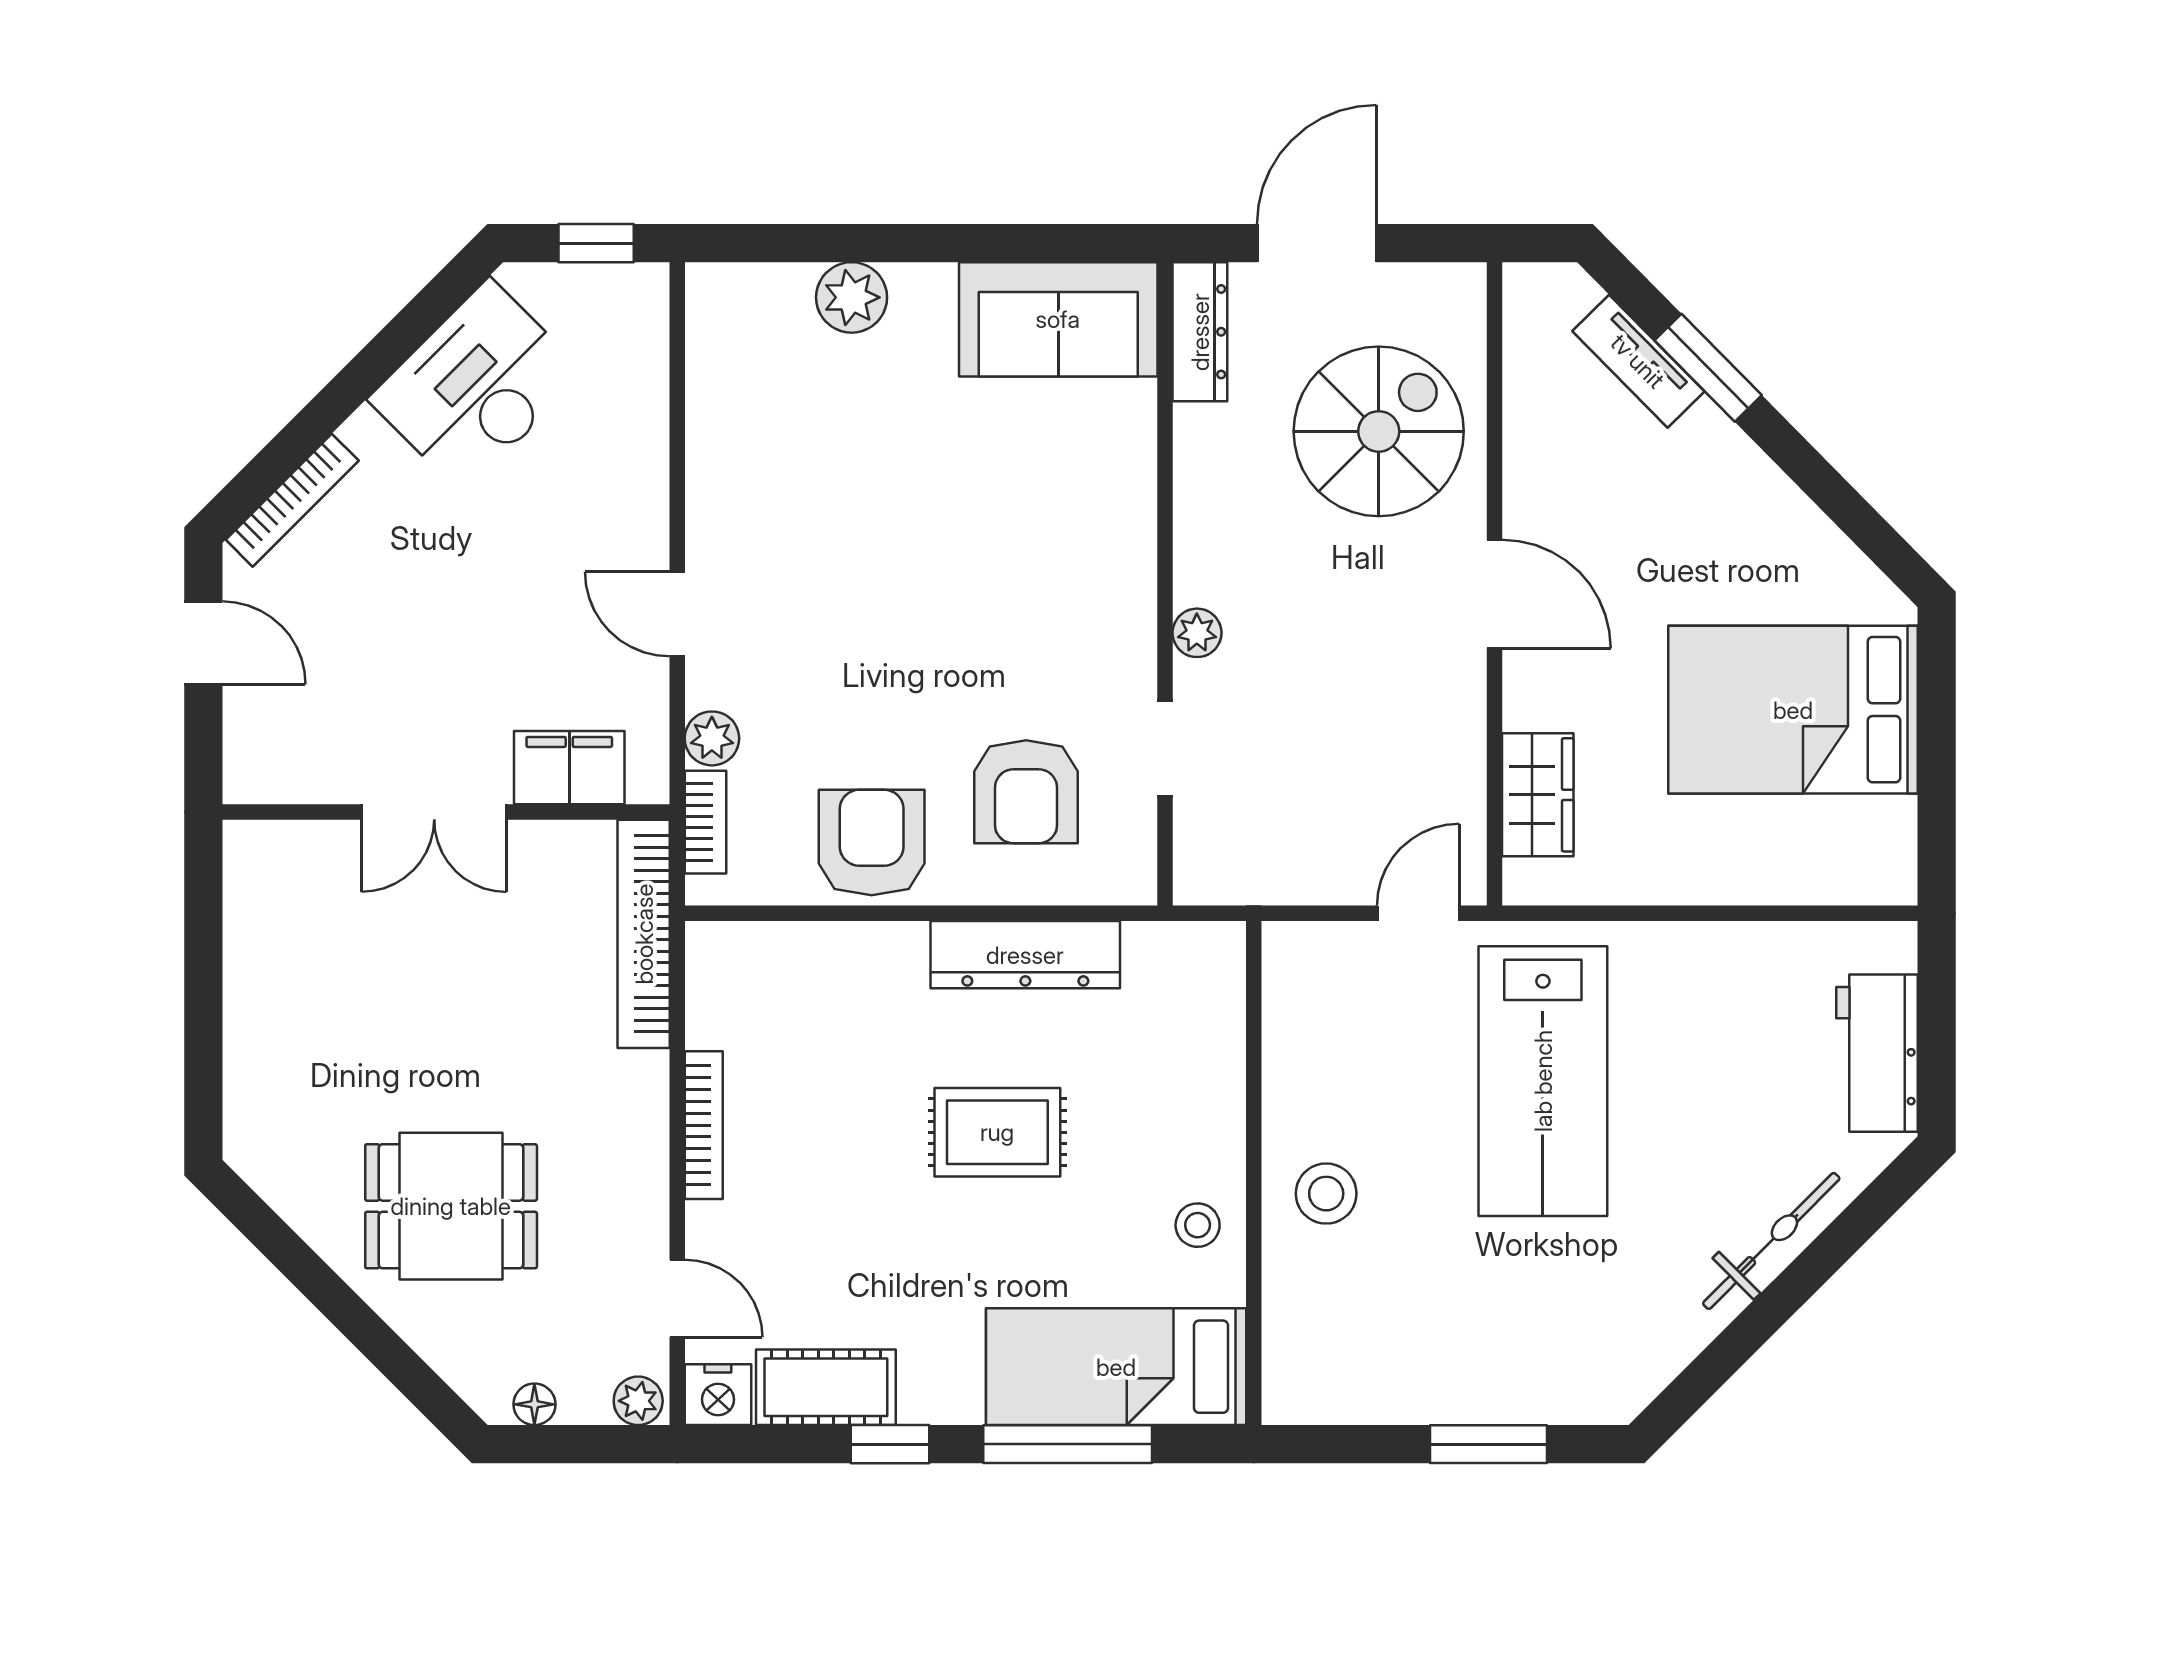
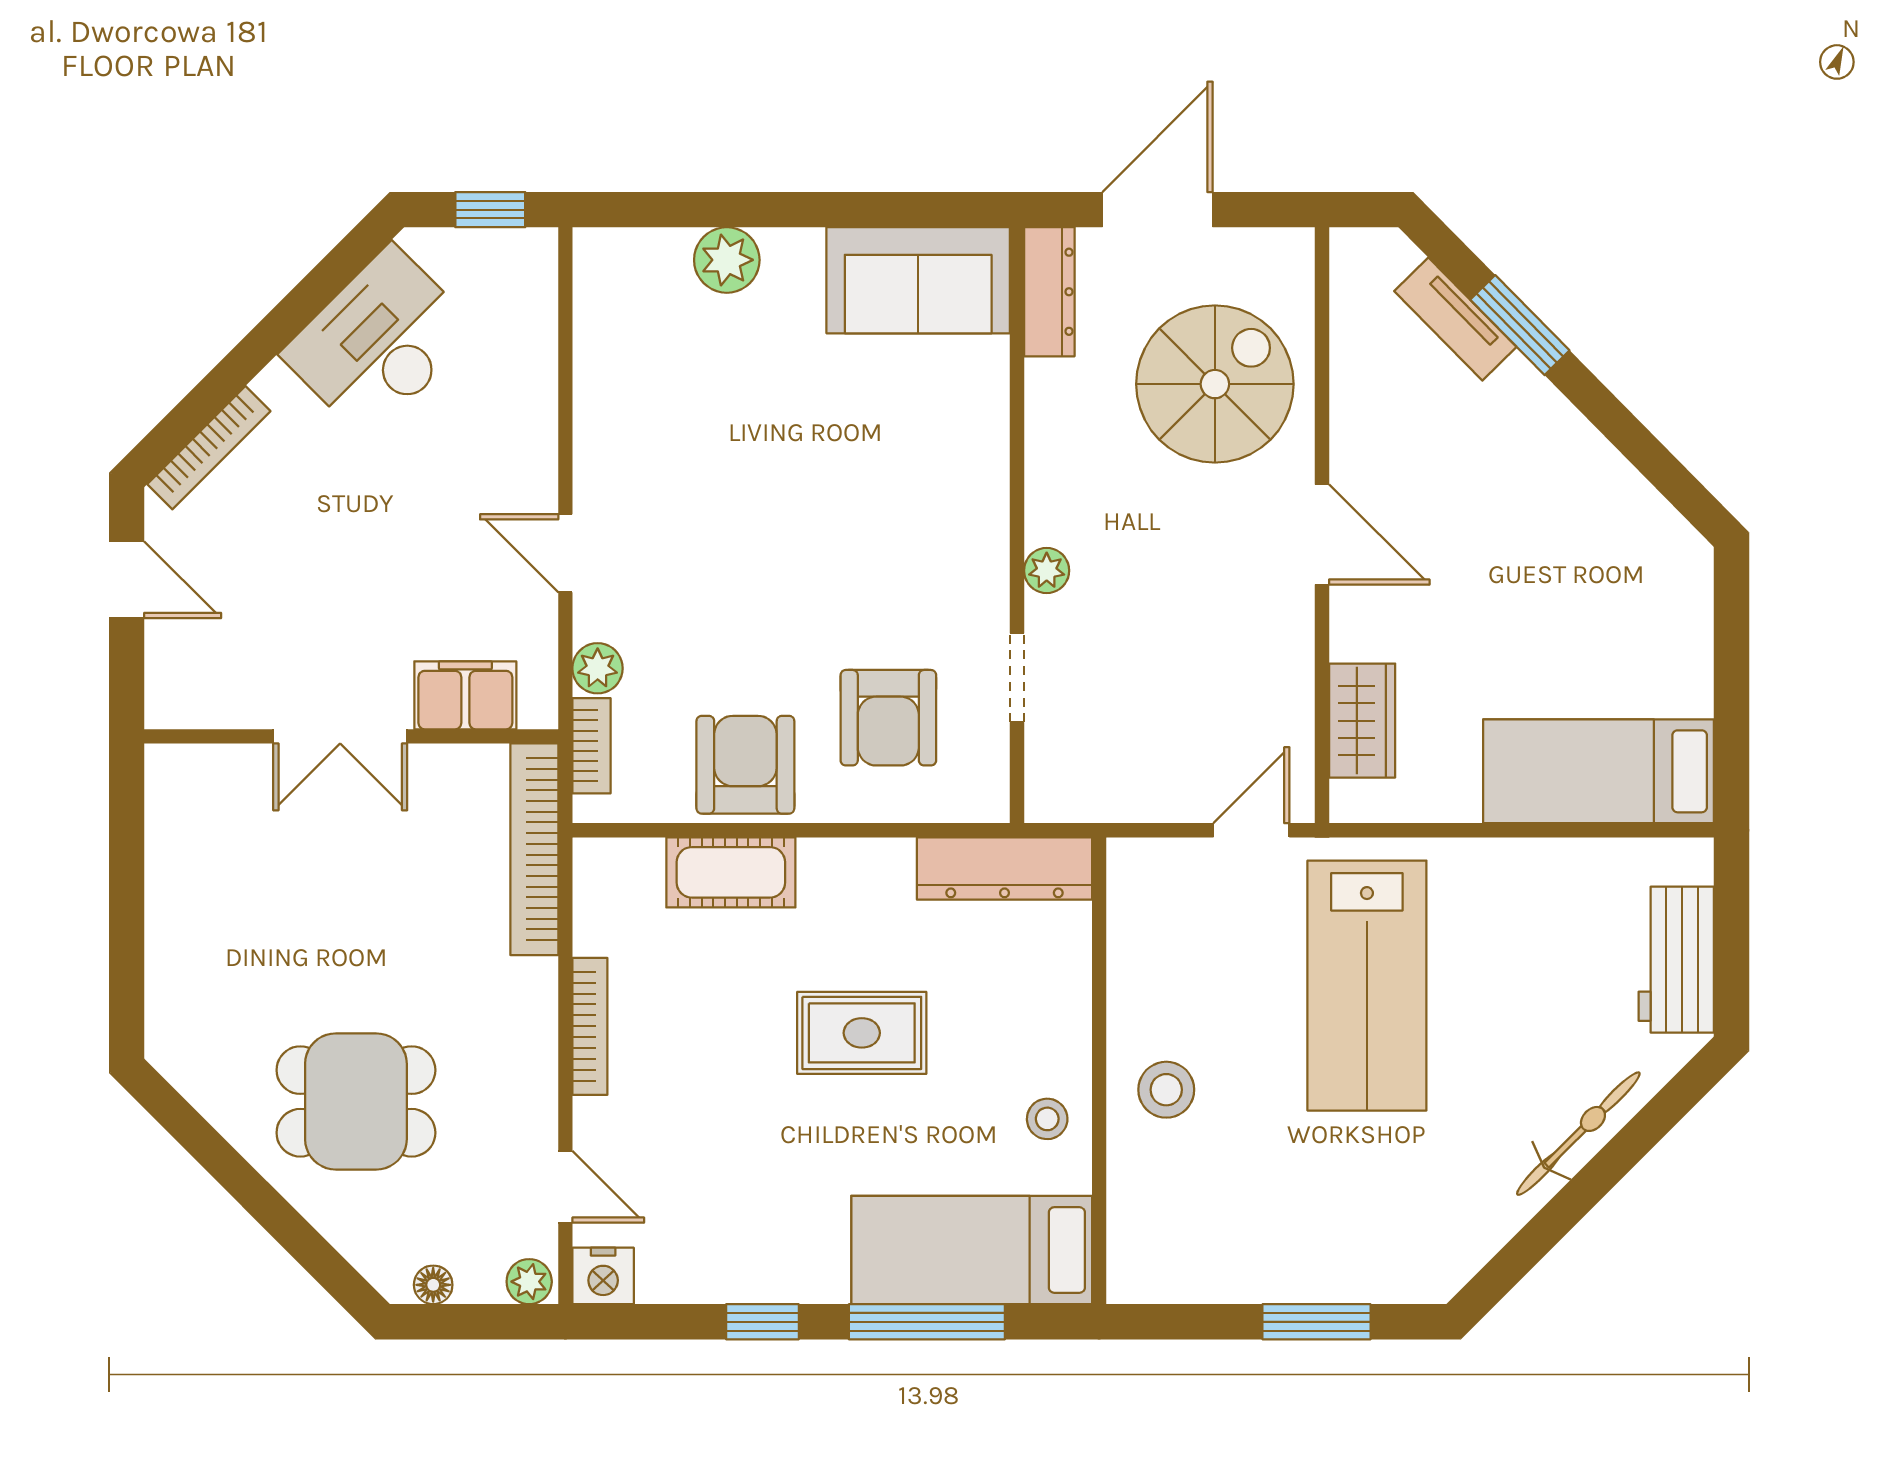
bed: (1793, 710) -> (1599, 771), moved, width x0.67
dresser: (1025, 955) -> (1005, 868), moved
cot: (826, 1387) -> (731, 872), moved

